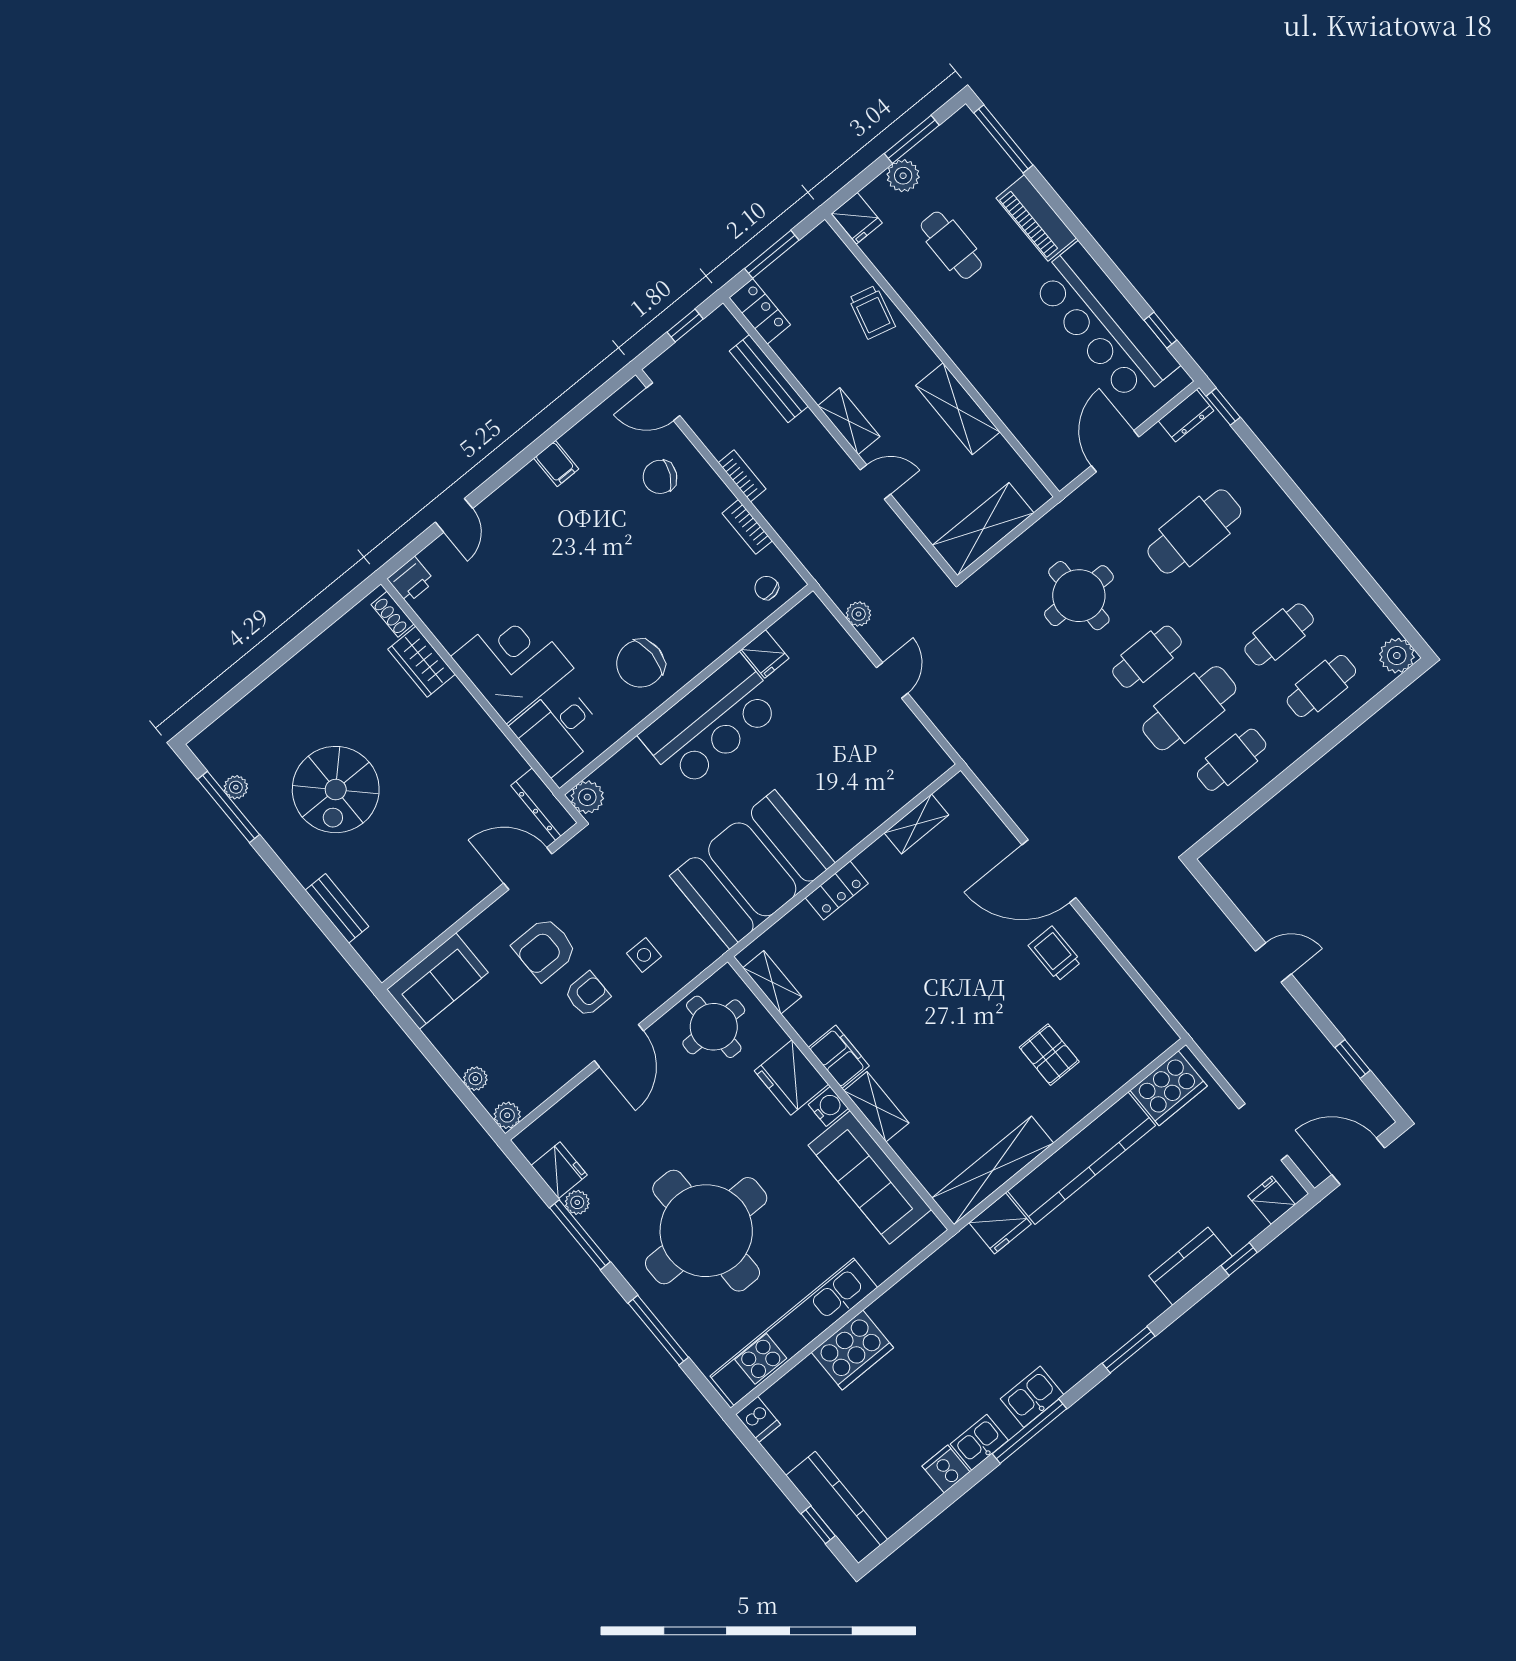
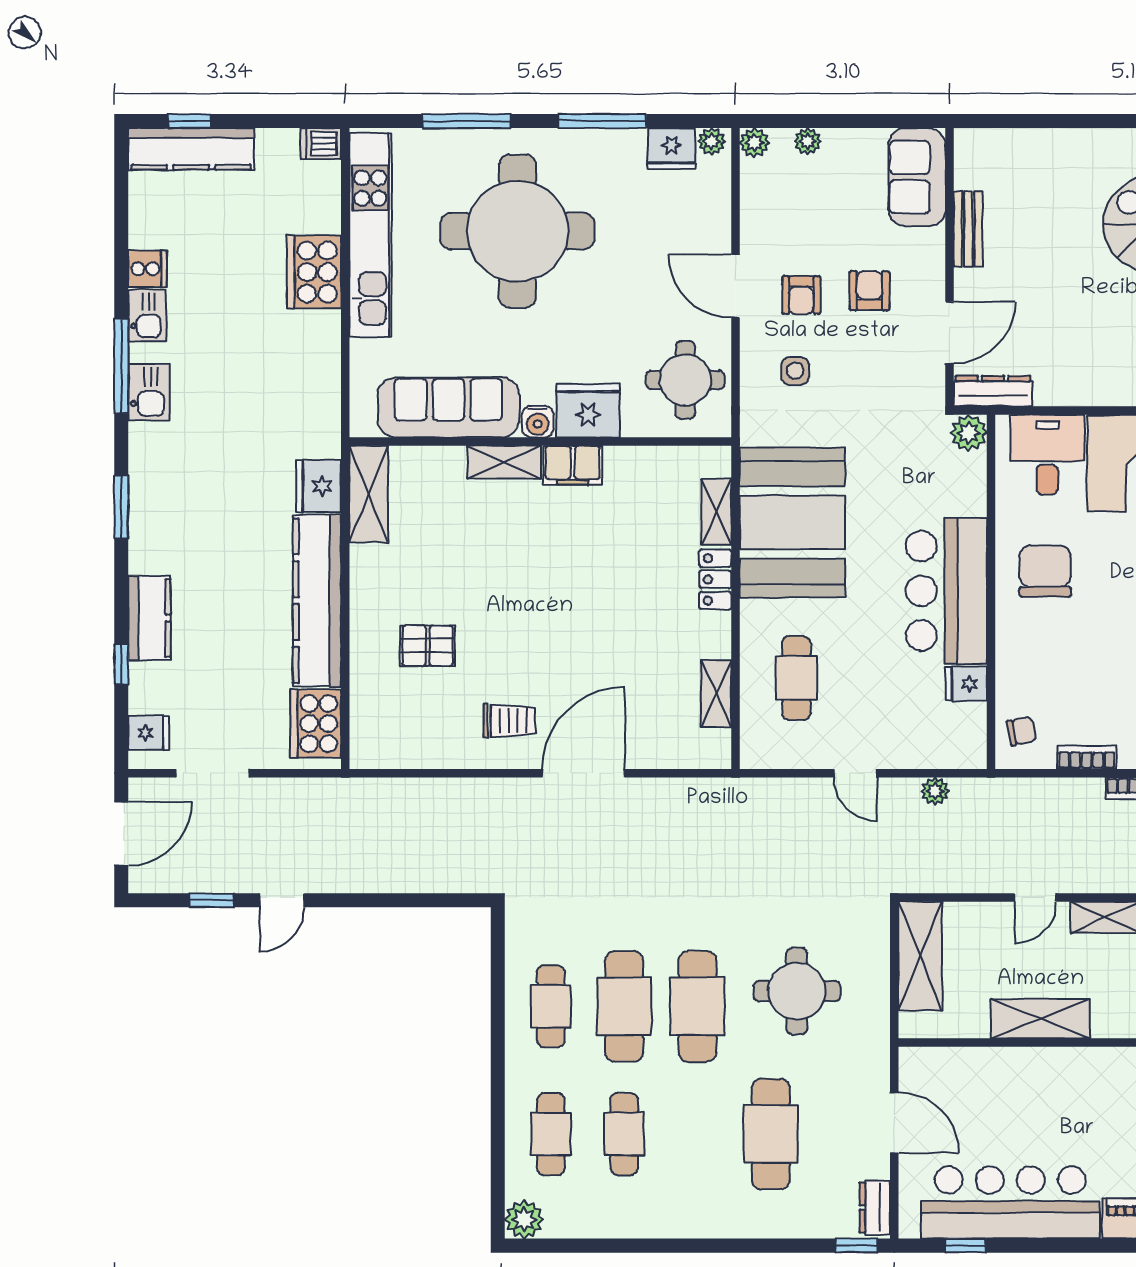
cafe table: (1147, 657) -> (697, 1006), width x1.37, depth x1.35
cafe table: (859, 777) -> (796, 678), added
bench: (337, 908) -> (968, 229), moved, turned 90
armchair: (545, 949) -> (869, 291), width x0.72, depth x0.72
door: (1273, 963) -> (282, 900), moved
shelving: (772, 982) -> (716, 512), moved, turned 90
shelving: (993, 1170) -> (369, 494), width x0.68
plant: (577, 1202) -> (711, 141), moved

